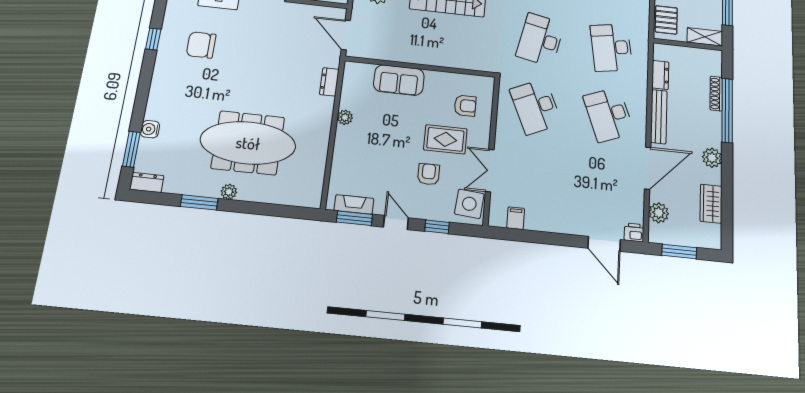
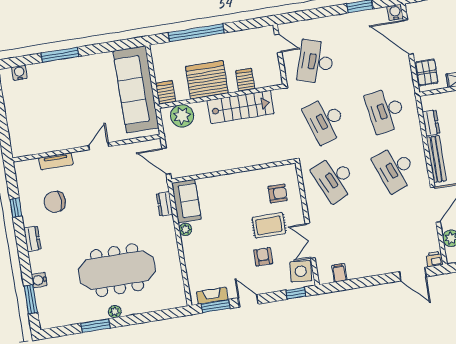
desk: (540, 40) -> (325, 120), turned -30
sofa: (399, 80) -> (186, 201), moved, turned -90
dresser: (147, 183) -> (32, 239), moved, turned 90
window: (437, 227) -> (296, 293), moved

